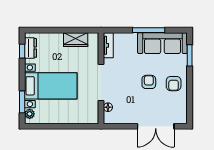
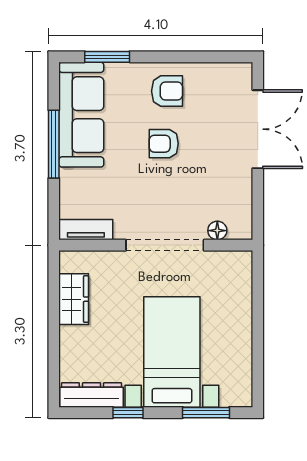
dresser: (30, 48) -> (91, 395), width x1.44
window: (22, 51) -> (128, 413), moved
plant: (30, 114) -> (231, 397), removed

